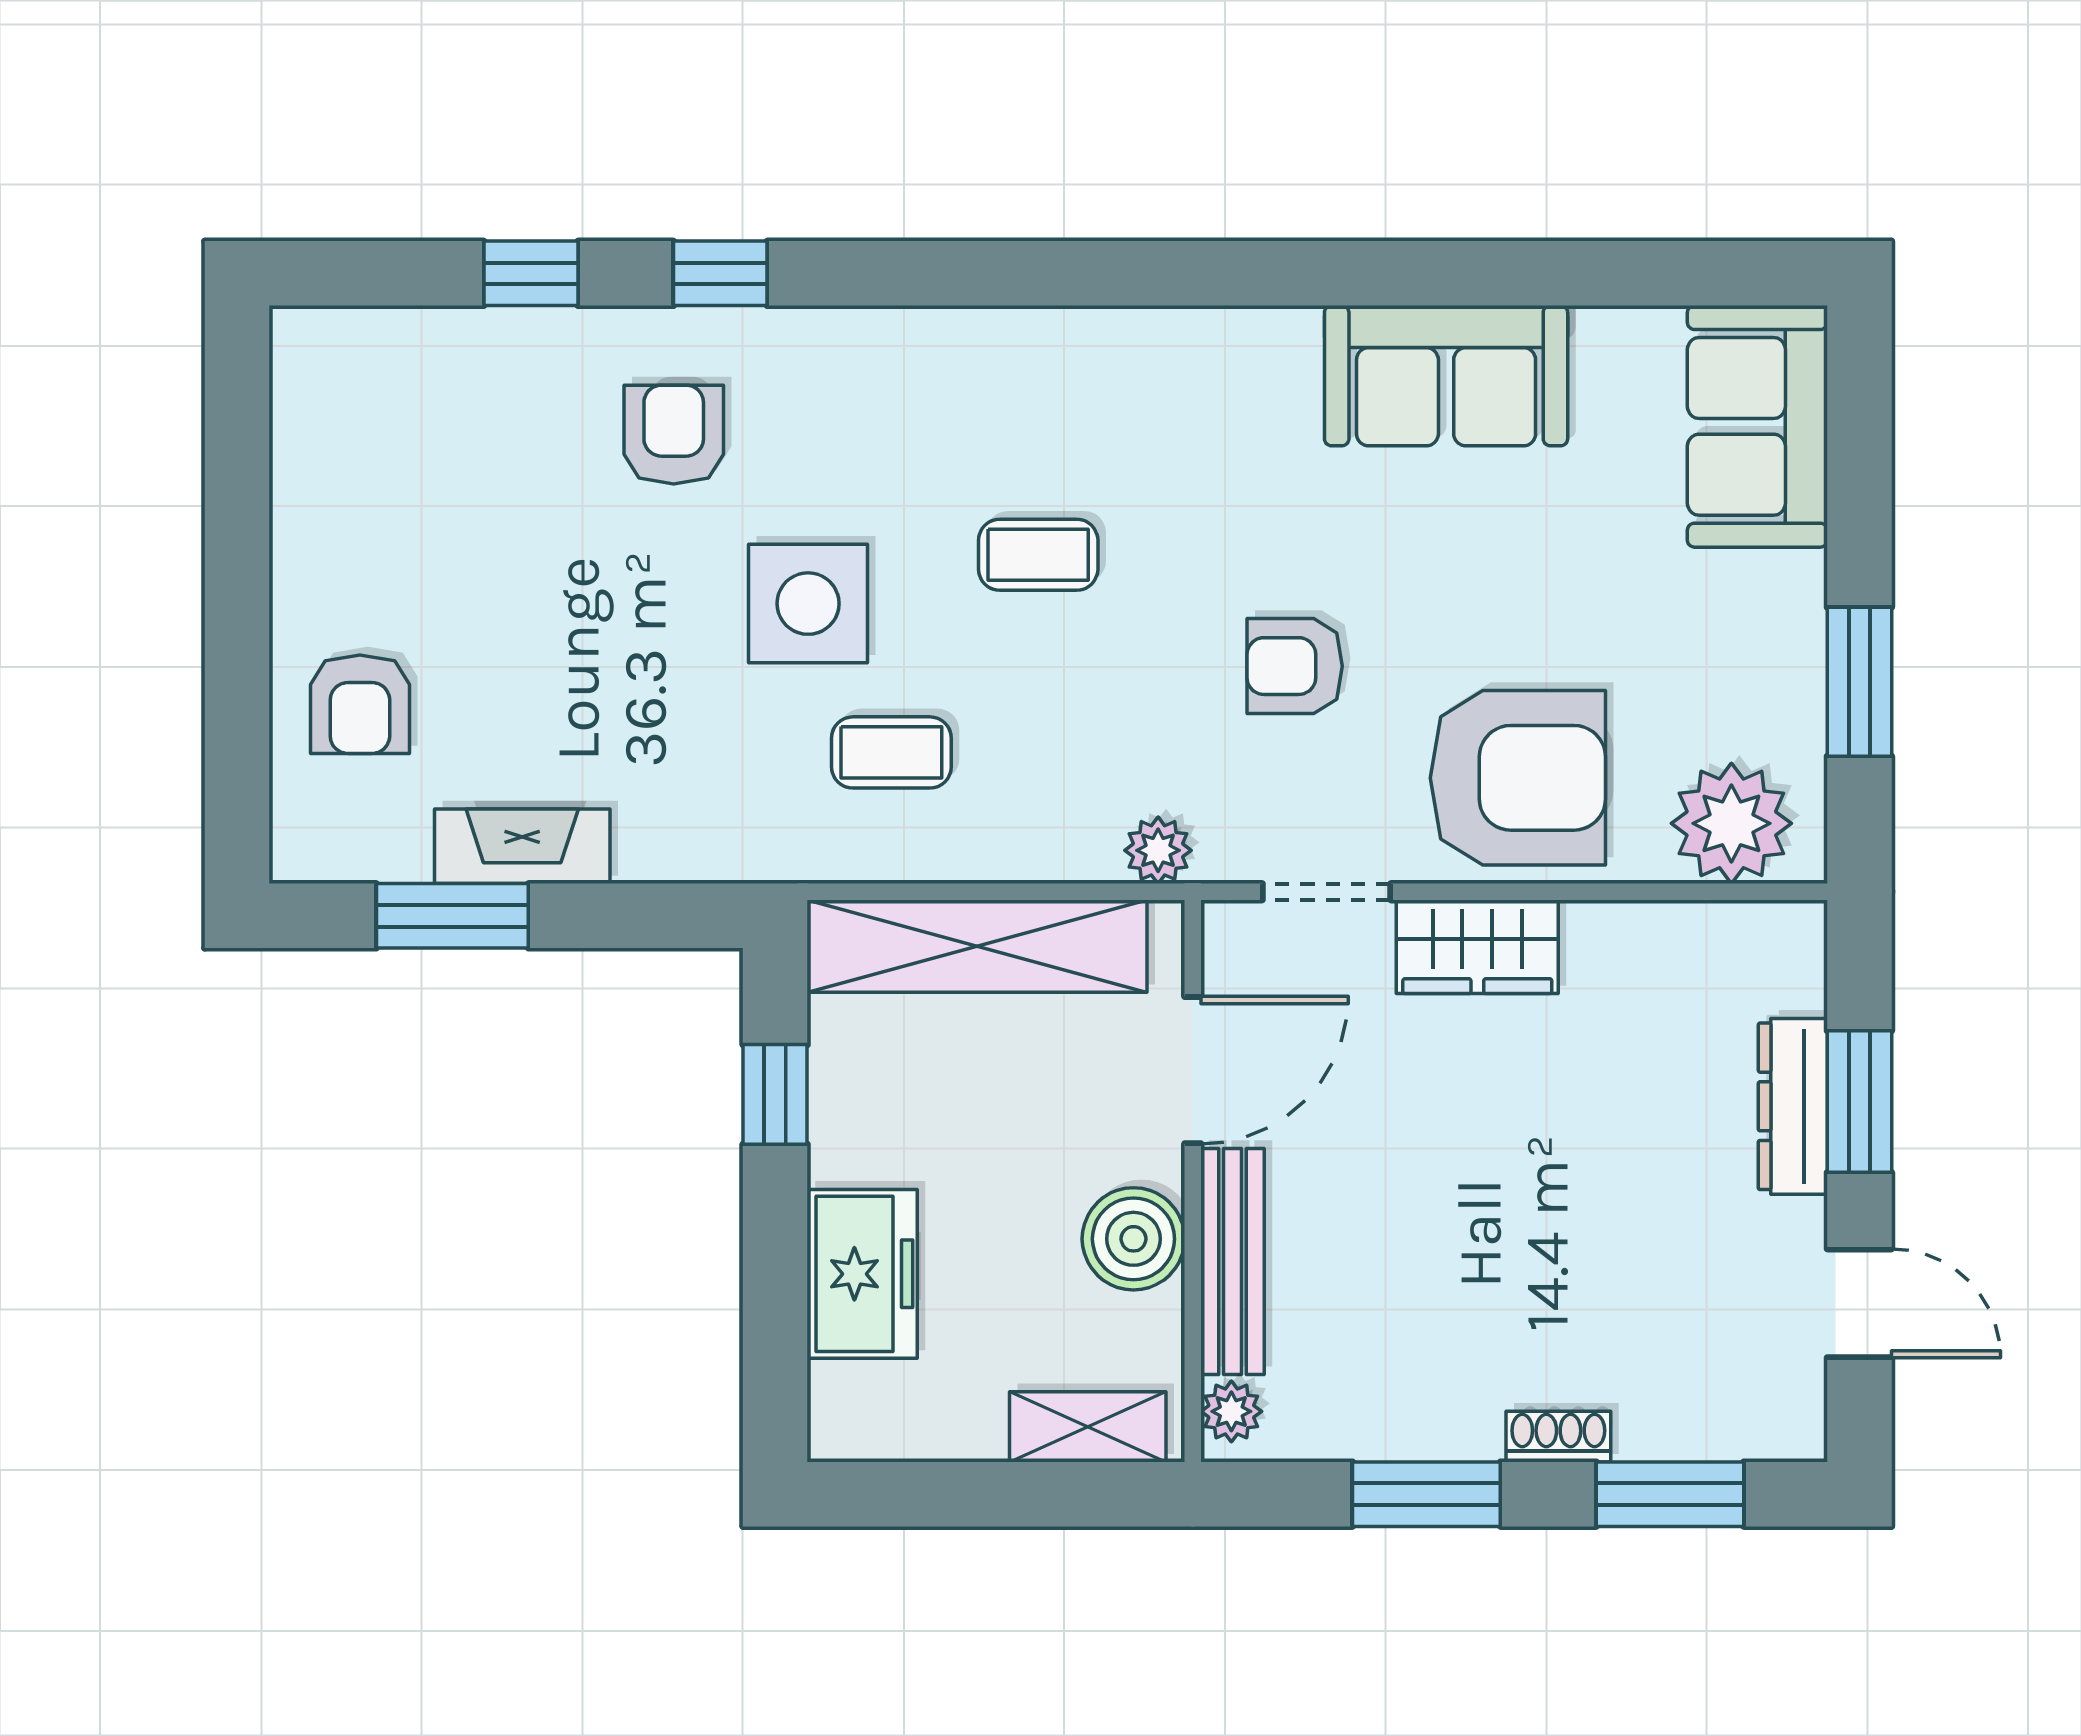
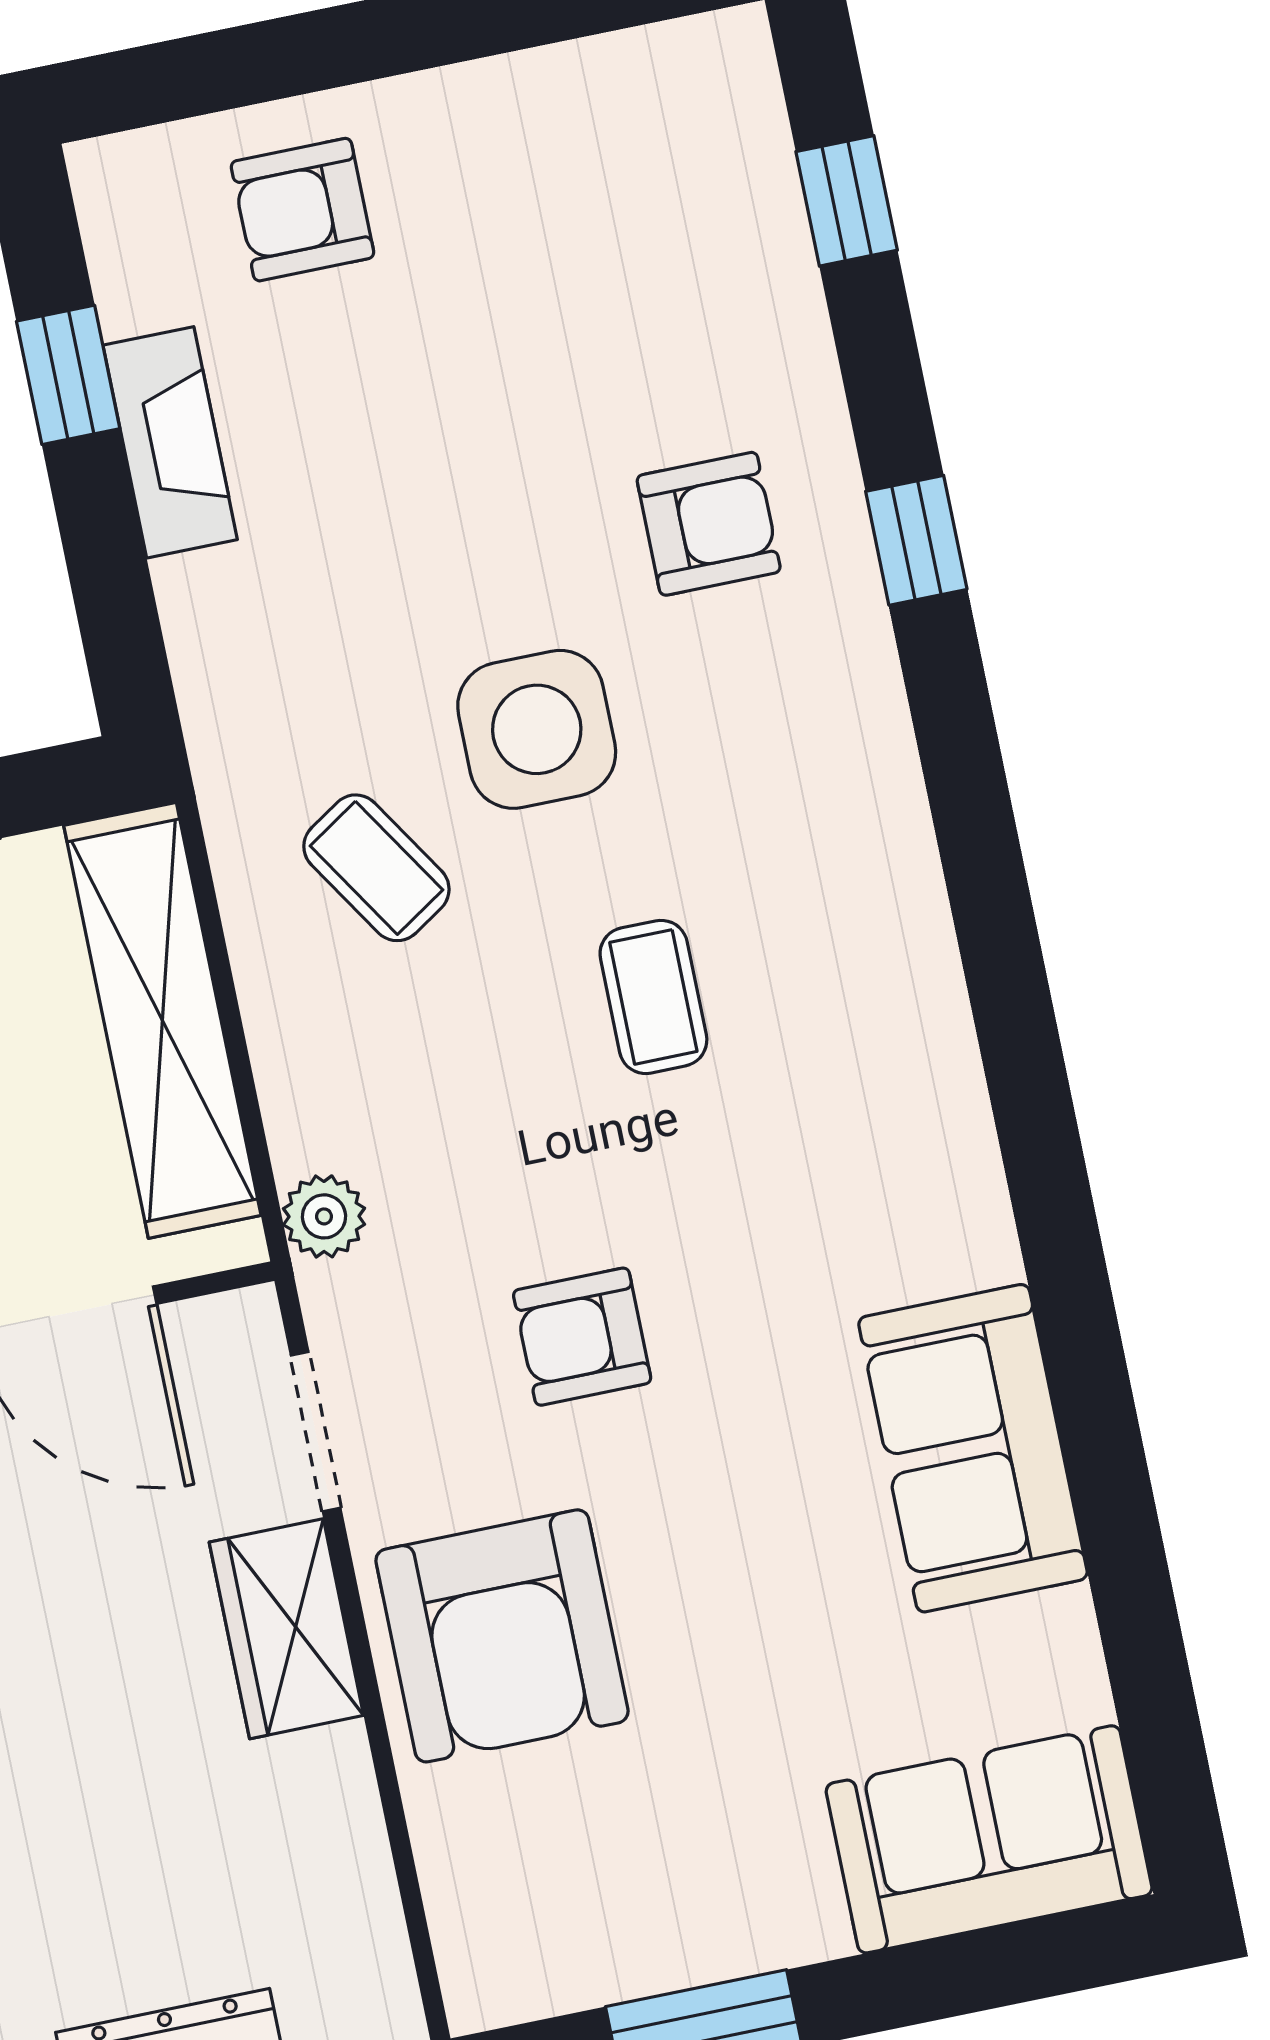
window: (531, 273) -> (847, 201), moved
armchair: (1295, 666) -> (582, 1337), turned -90
coffee table: (891, 752) -> (376, 868), turned -33
plant: (1731, 823) -> (500, 1907), removed
window: (452, 916) -> (68, 375), width x0.67

